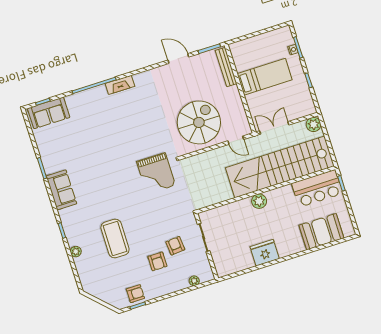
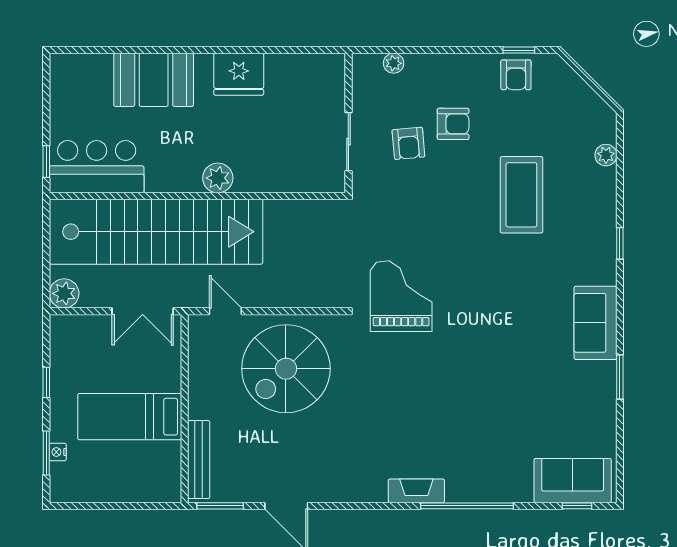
booth: (321, 232) -> (154, 80), moved
plant: (76, 252) -> (606, 155), moved
armchair: (157, 261) -> (453, 124), turned 90
armchair: (135, 294) -> (516, 75), turned -90

